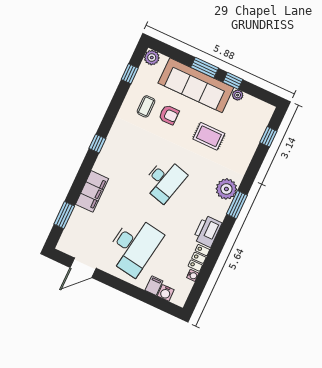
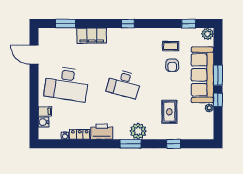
rug: (209, 136) -> (169, 112), moved
window: (268, 137) -> (174, 144), moved

